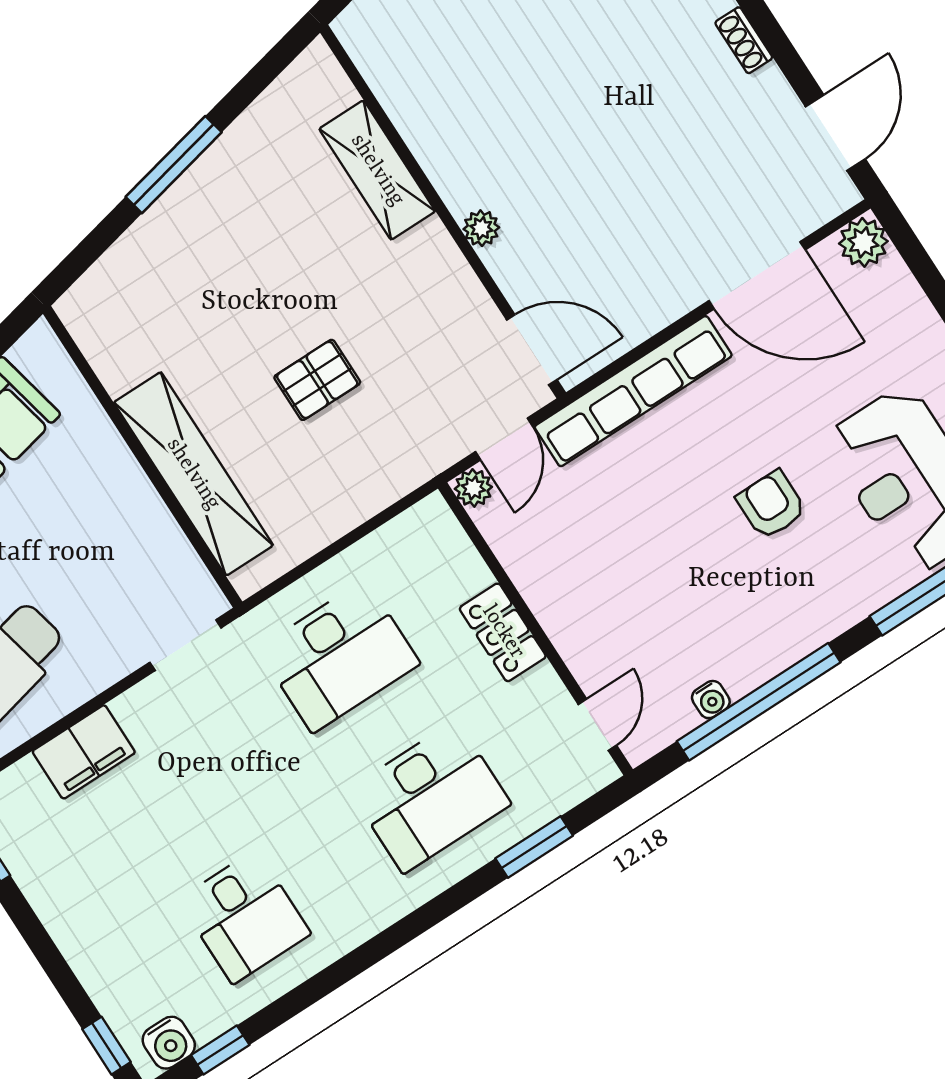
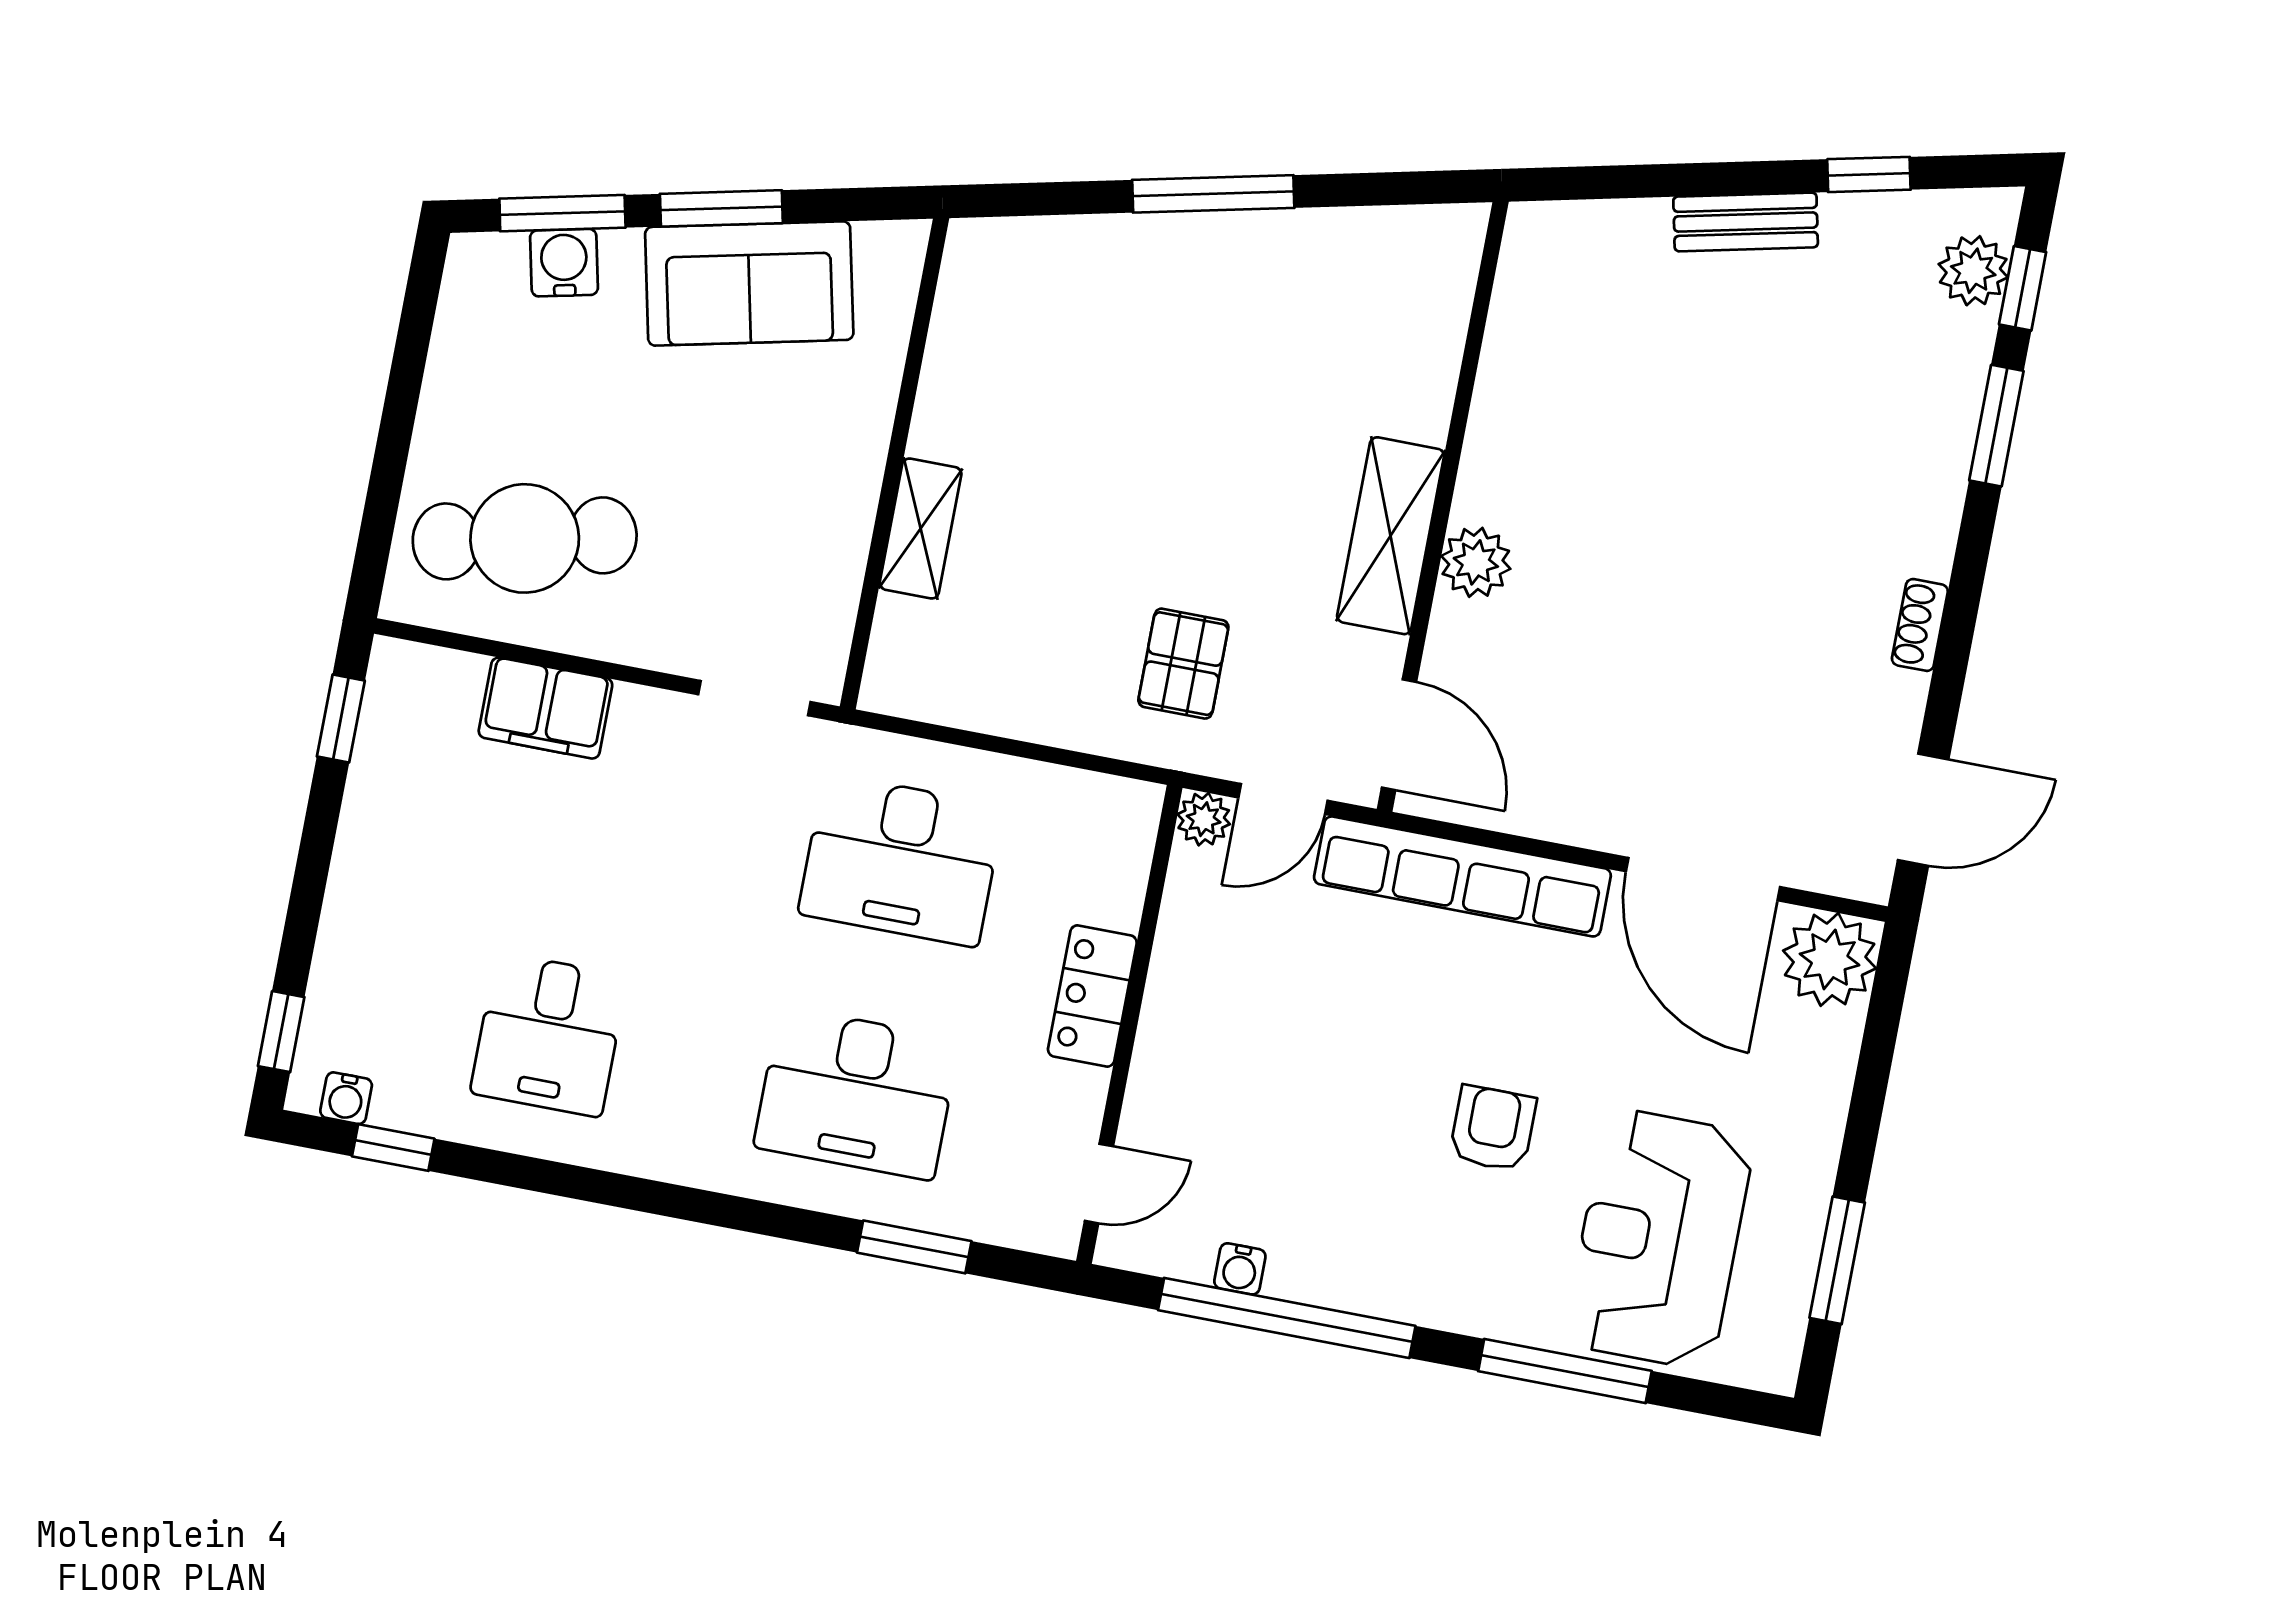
shelving: (377, 170) -> (1391, 536), moved
plant: (481, 228) -> (1476, 562), width x1.38, depth x1.38
plant: (863, 242) -> (1830, 959), width x1.36, depth x1.36
pallet: (317, 380) -> (1183, 664), moved, turned 90
shelving: (193, 474) -> (921, 528), width x0.45, depth x0.75
water cooler: (169, 1043) -> (346, 1098), width x0.72, depth x0.72

